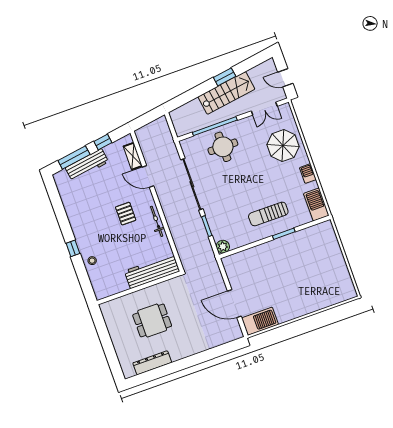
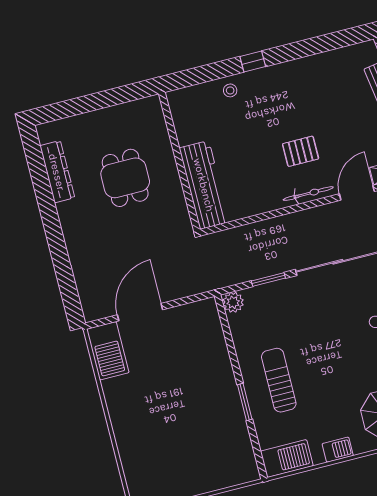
bicycle: (157, 221) -> (308, 194), moved

